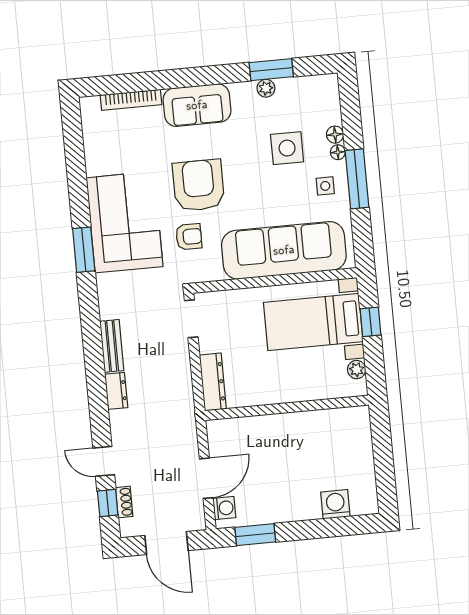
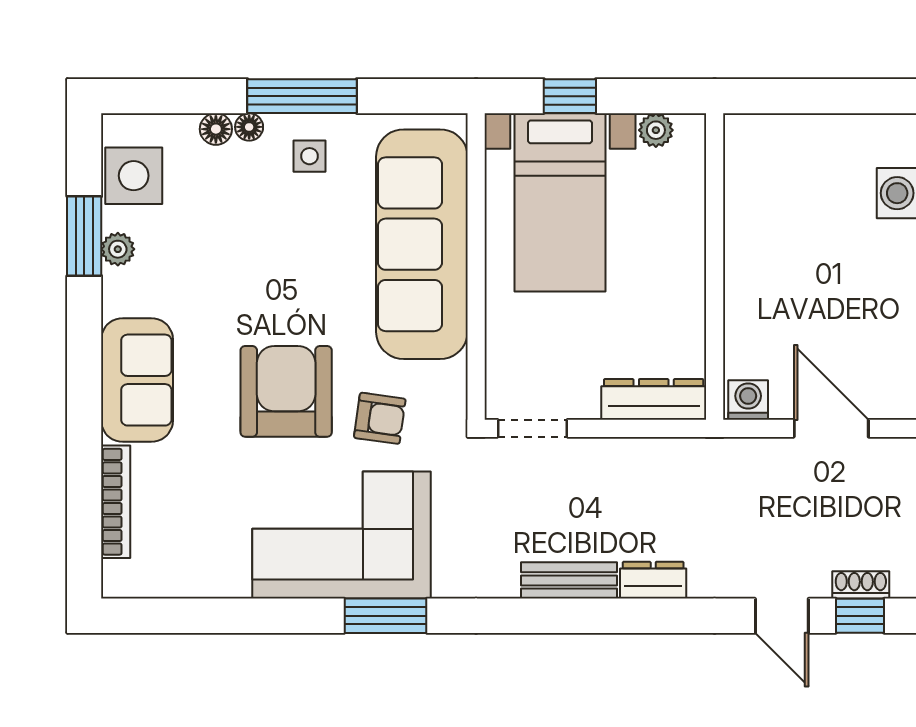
side table: (287, 148) -> (134, 176), moved
armchair: (198, 185) -> (286, 391), turned 90
armchair: (189, 237) -> (380, 418), turned 98
door: (104, 461) -> (782, 616), hinge flipped
washing machine: (224, 508) -> (748, 400), moved

